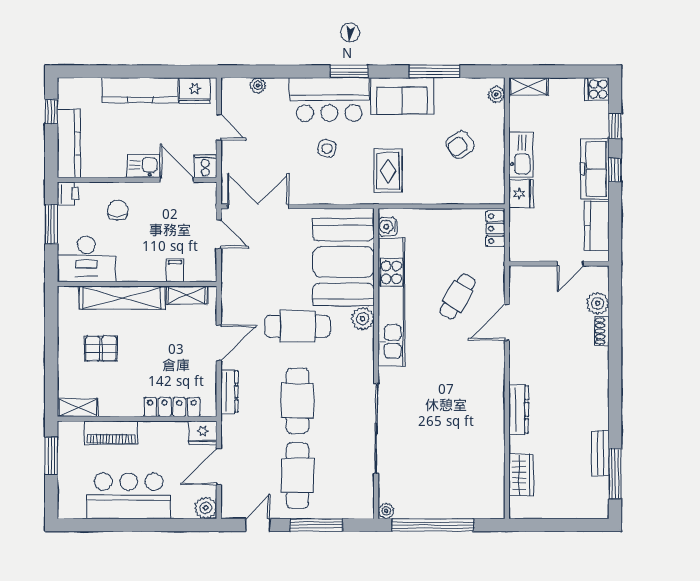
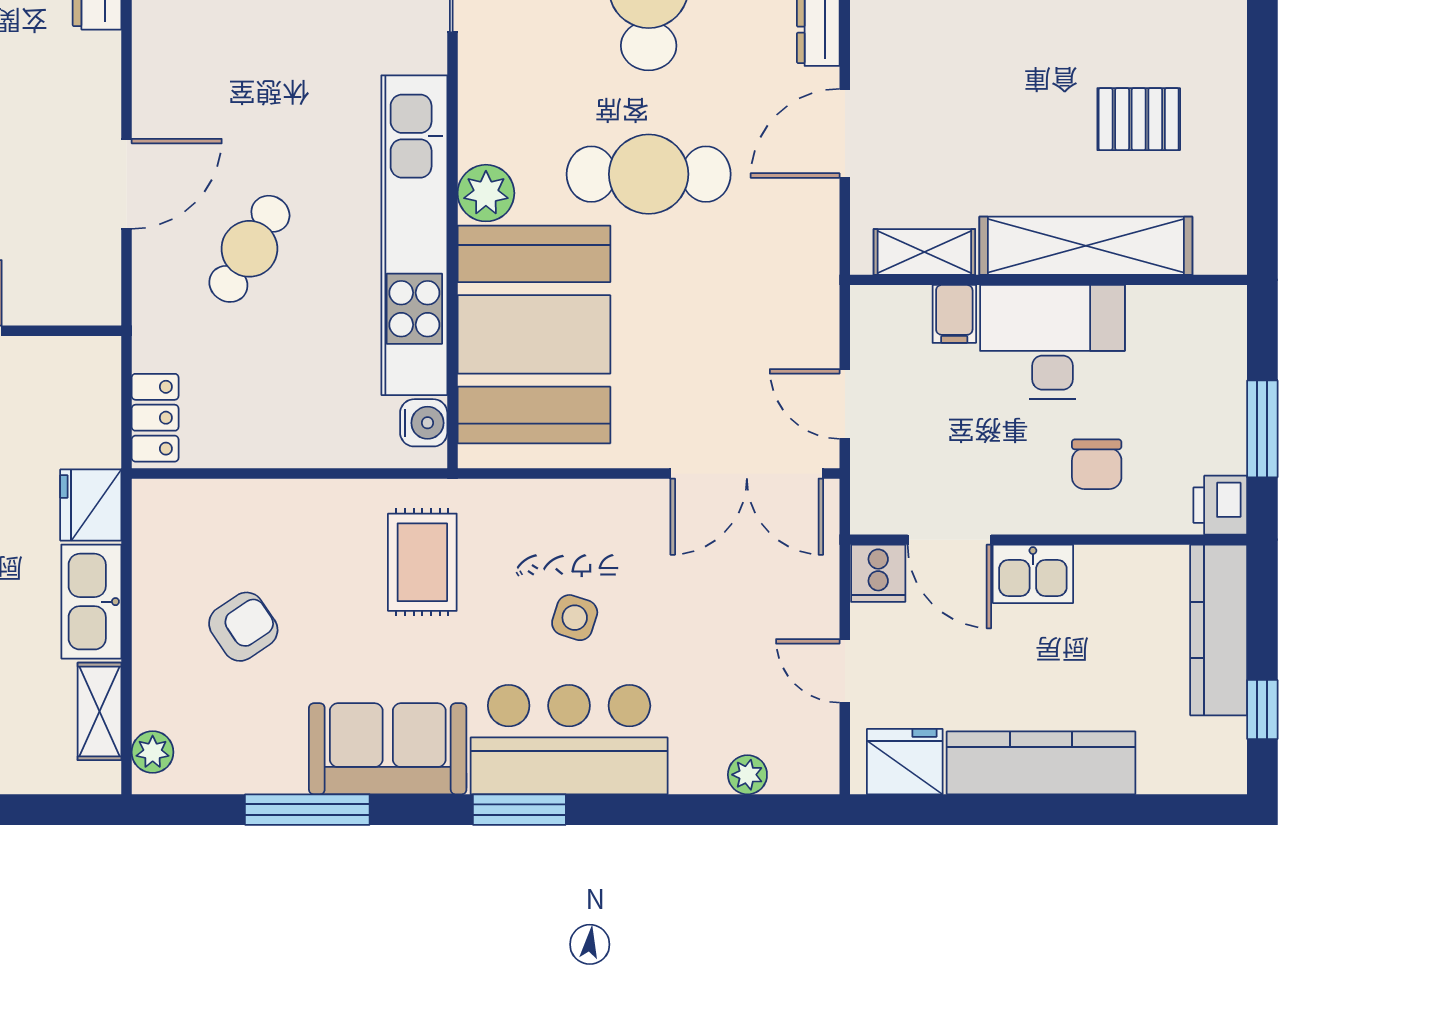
shelving: (528, 86) -> (99, 711), moved, turned 90
desk: (86, 259) -> (1052, 342), moved

